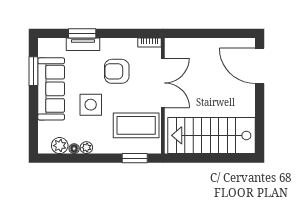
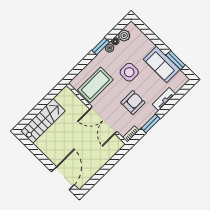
window: (82, 33) -> (151, 123), moved
door: (260, 66) -> (63, 178), hinge flipped
sofa: (51, 89) -> (162, 64), width x0.73
stairs: (211, 135) -> (43, 121), width x0.73, depth x0.66
window: (135, 158) -> (101, 46), moved

